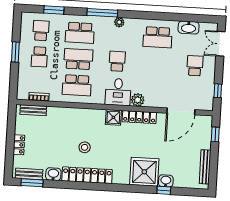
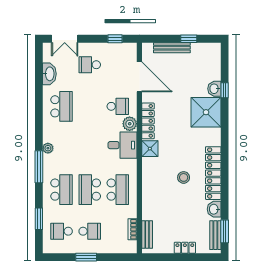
school desk: (117, 61) -> (118, 106), moved, turned 180
window: (215, 134) -> (189, 39), moved
bench: (205, 167) -> (172, 48), moved

